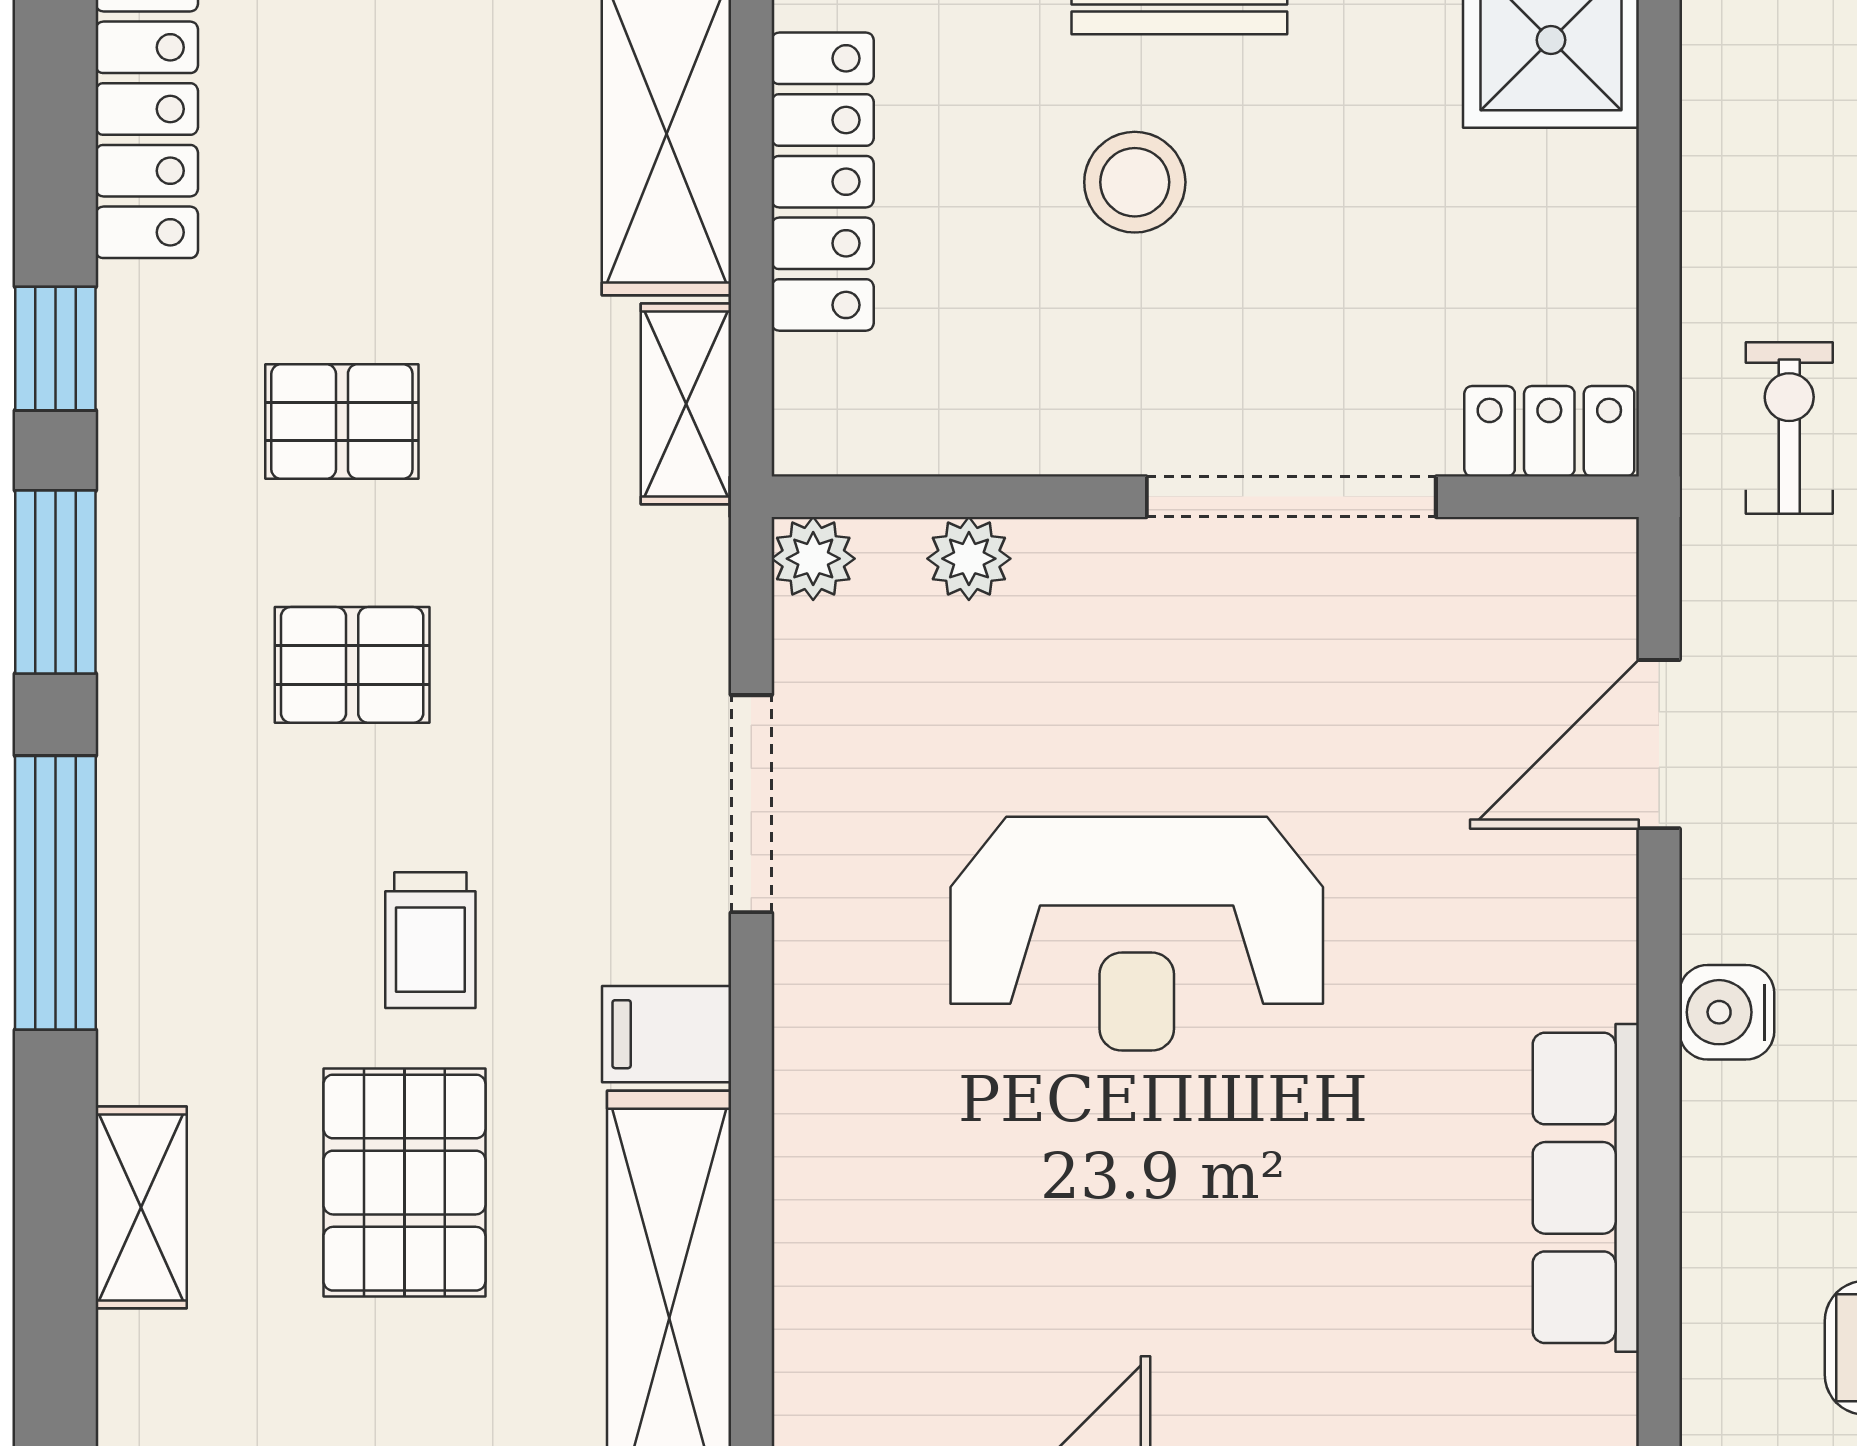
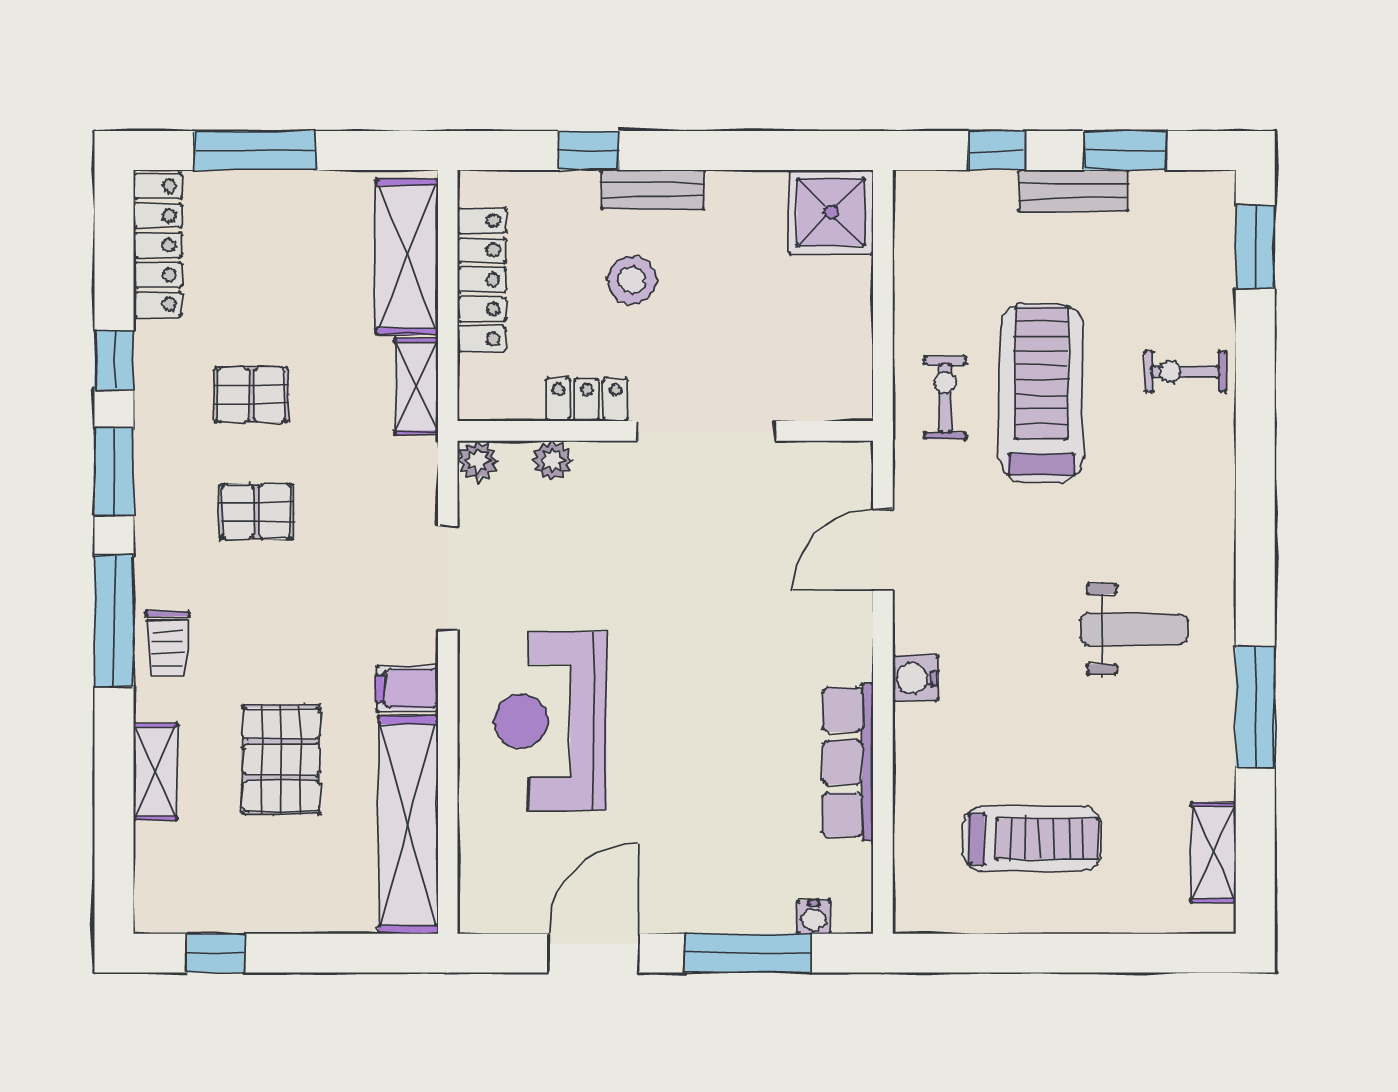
locker: (1549, 431) -> (587, 400), moved
reception desk: (1137, 934) -> (550, 721), moved, turned 90
trolley: (430, 940) -> (168, 644), moved

